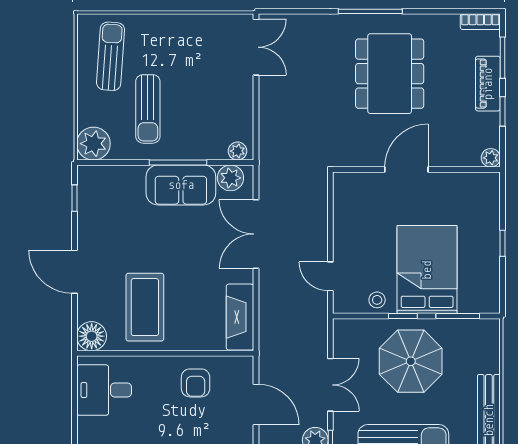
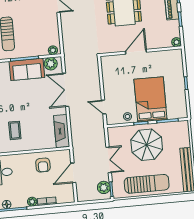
coffee table: (145, 307) -> (15, 130), width x0.54, depth x0.58
door: (256, 404) -> (73, 173), swing flipped

